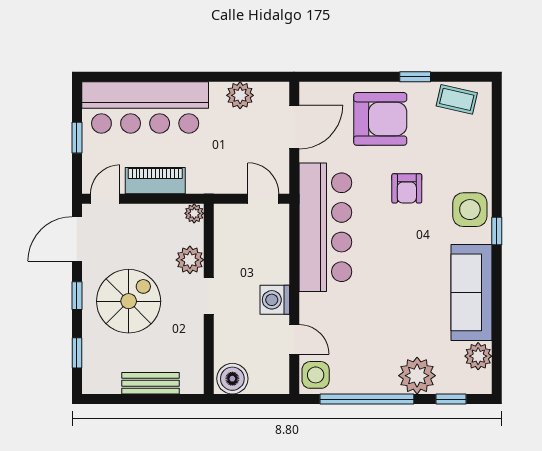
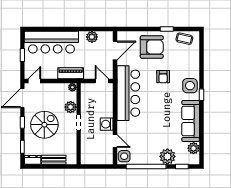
piano: (155, 181) -> (71, 73), moved
boiler: (232, 379) -> (89, 158), removed
dresser: (101, 384) -> (33, 160), added

